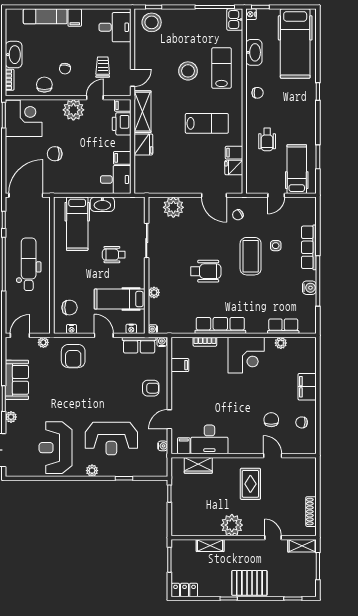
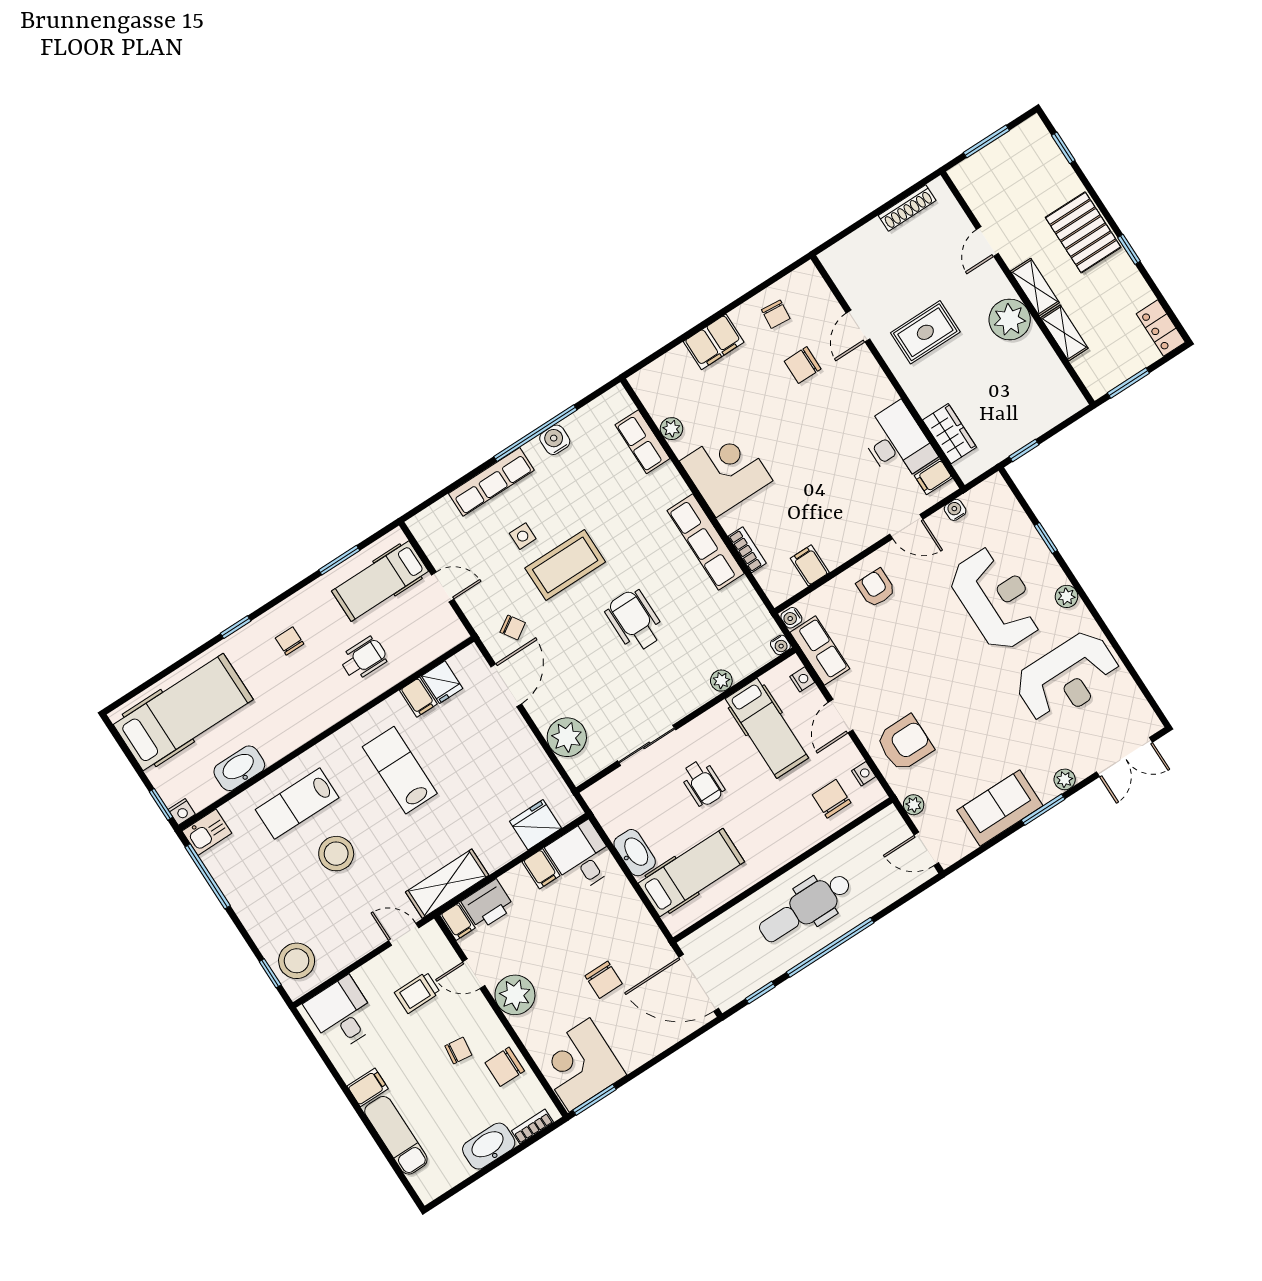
chair: (258, 93) -> (290, 641), moved
fridge: (143, 144) -> (536, 825), moved
shelving: (302, 546) -> (1035, 287), moved

